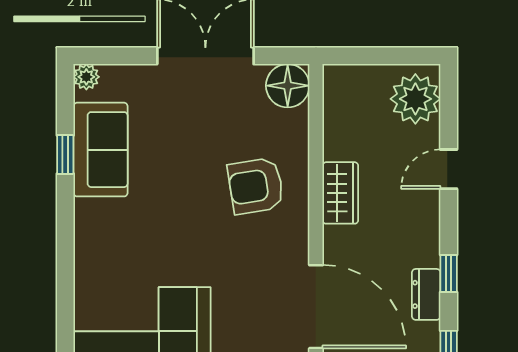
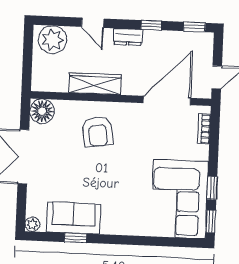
wardrobe: (340, 193) -> (95, 84), width x1.50
dresser: (426, 294) -> (128, 37), moved

